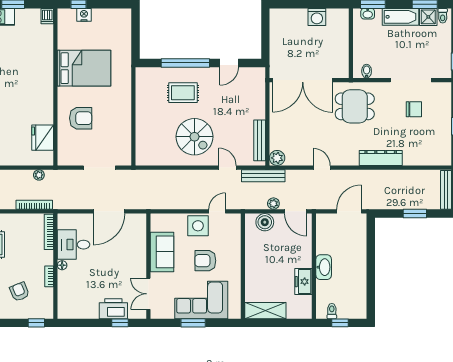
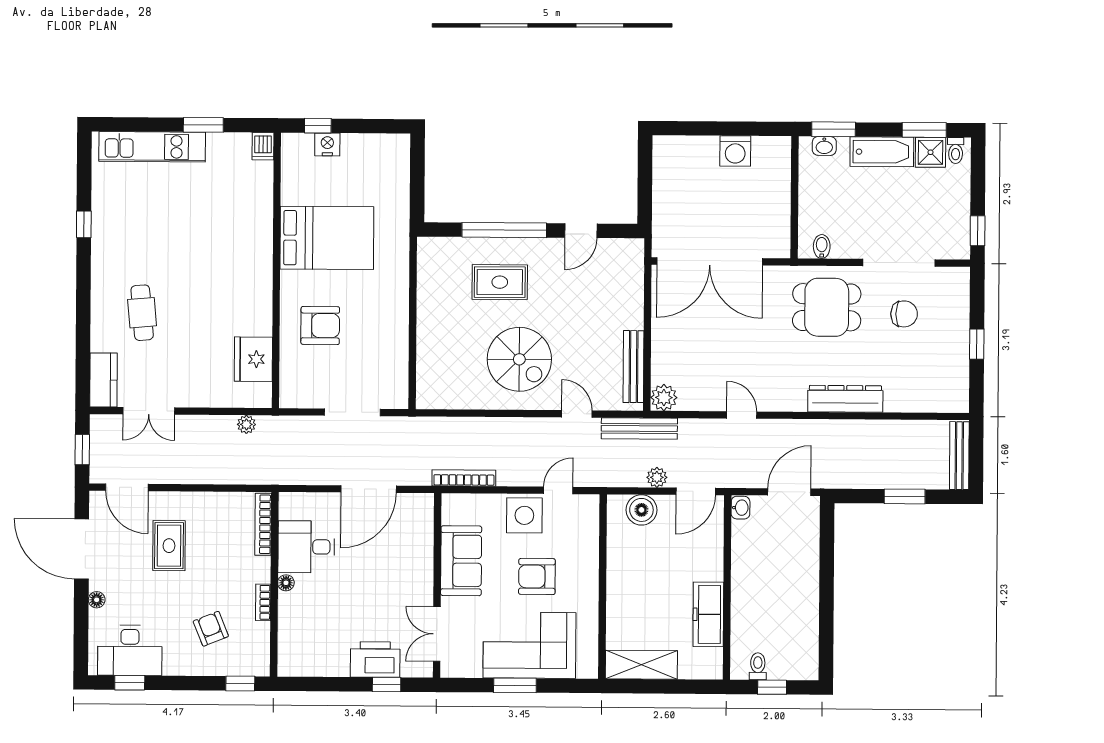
dining table: (355, 106) -> (827, 307), moved
bookcase: (34, 205) -> (464, 478), moved
door: (296, 211) -> (696, 491), hinge flipped
washbasin: (324, 267) -> (740, 508), moved, width x0.52, depth x0.69
freezer: (303, 282) -> (708, 614), width x1.40

